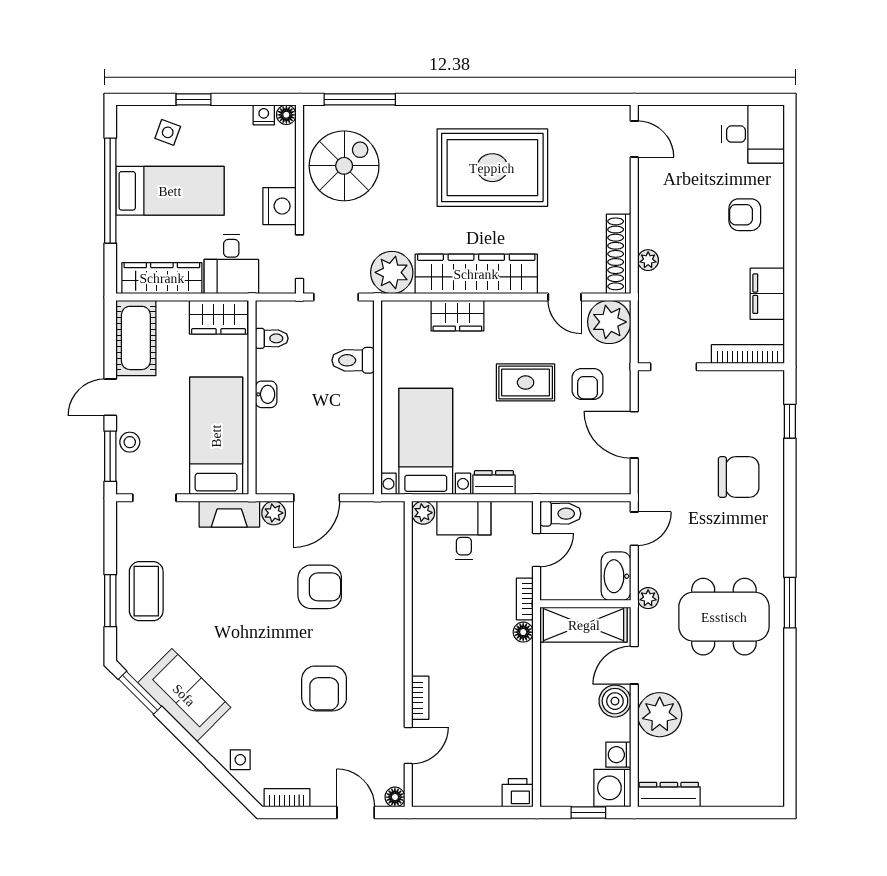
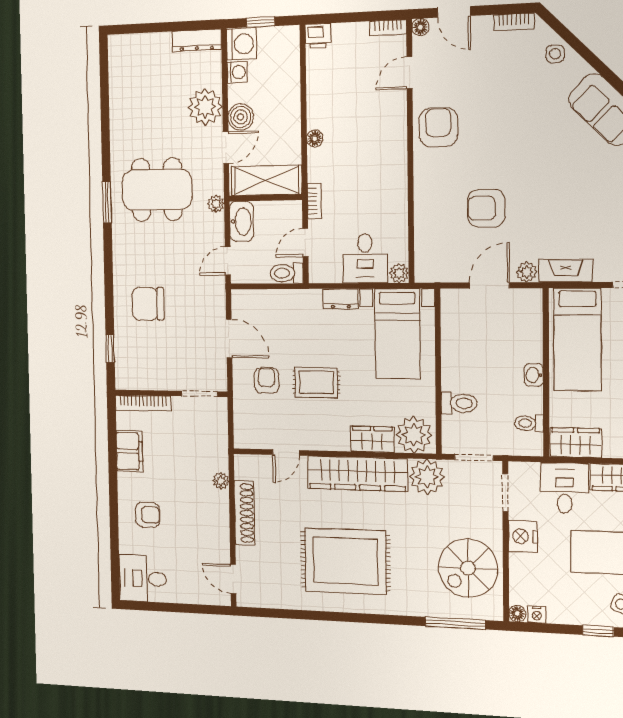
shoe rack: (619, 254) -> (244, 513), moved
door: (565, 297) -> (286, 453), swing flipped
plant: (609, 322) -> (414, 435), moved
floor lamp: (523, 632) -> (315, 139), moved
armchair: (324, 688) -> (438, 127), moved
bookcase: (420, 698) -> (388, 28), moved, turned -90

